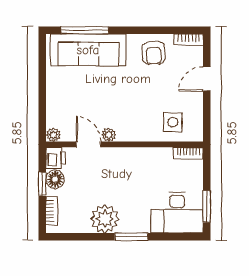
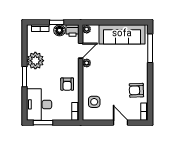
sofa: (88, 50) -> (122, 34), moved, turned -90
armchair: (143, 167) -> (67, 84), added

